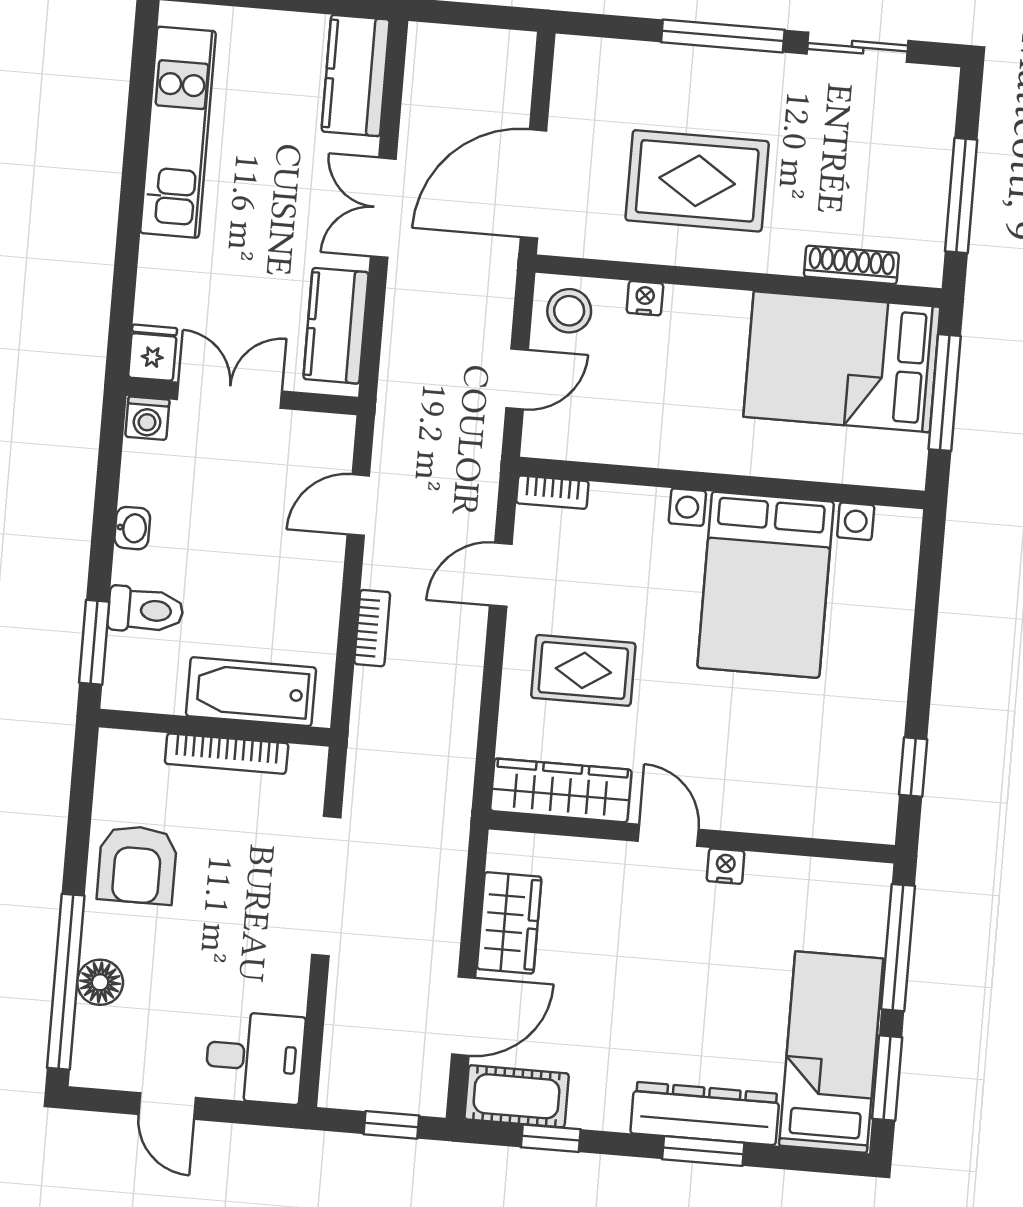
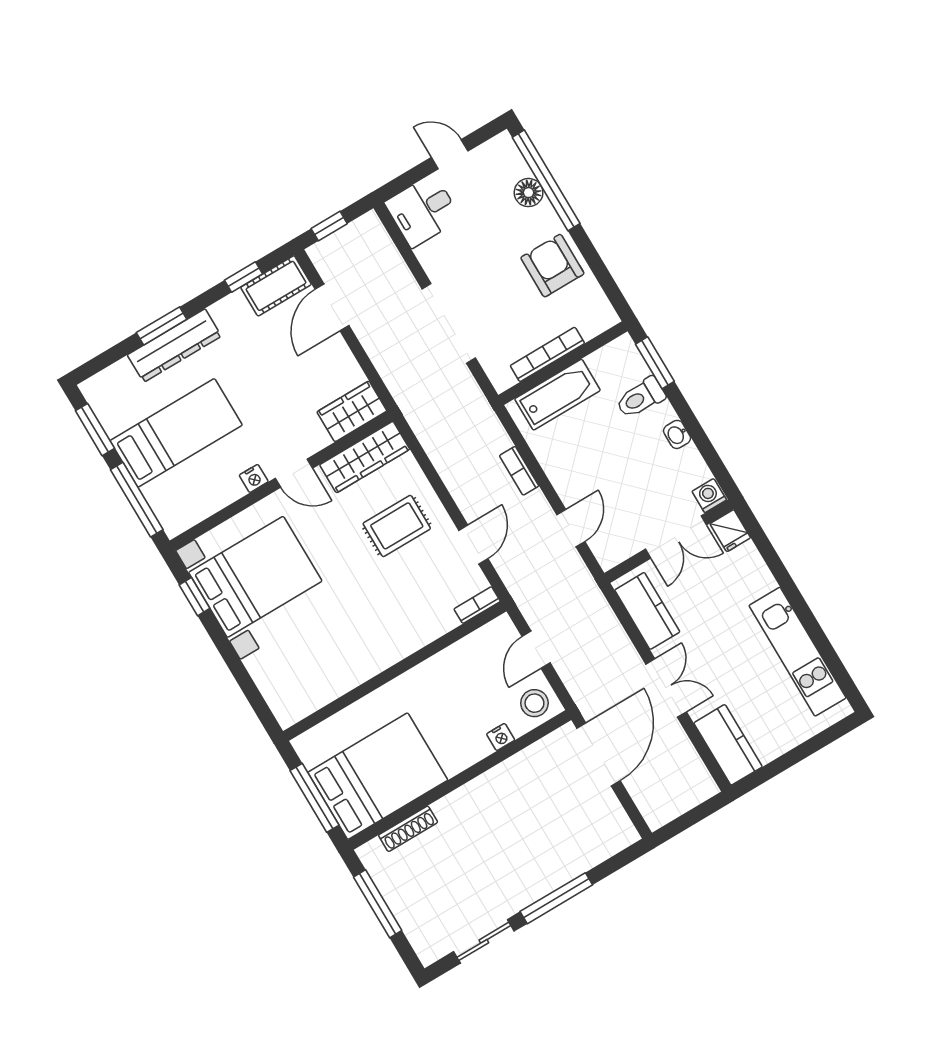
rug: (697, 181) -> (517, 815), removed
bed with nightstands: (766, 585) -> (255, 577), moved, turned 90
wardrobe: (509, 923) -> (352, 411), moved, turned 90
bed: (831, 1052) -> (176, 433), moved, turned -90

